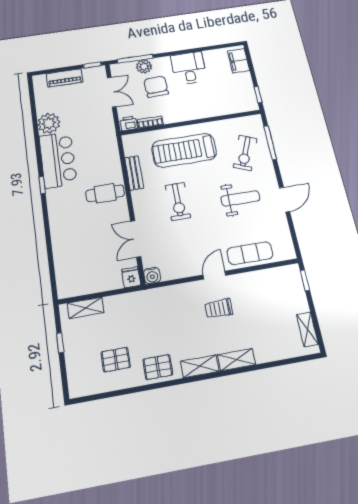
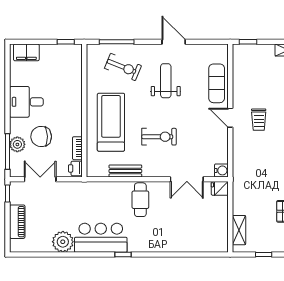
treadmill: (184, 150) -> (111, 122), turned 180

